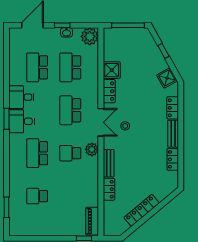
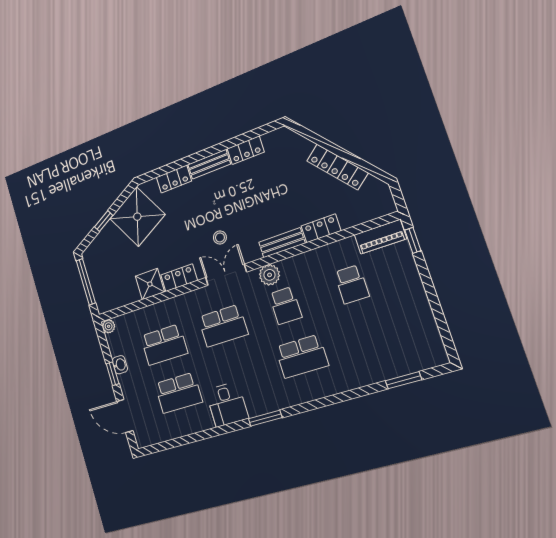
plant: (90, 36) -> (109, 326), width x0.53, depth x0.53
shower: (167, 78) -> (137, 217), width x1.86, depth x1.86
desk: (21, 121) -> (262, 394), removed
school desk: (37, 196) -> (352, 284), moved

